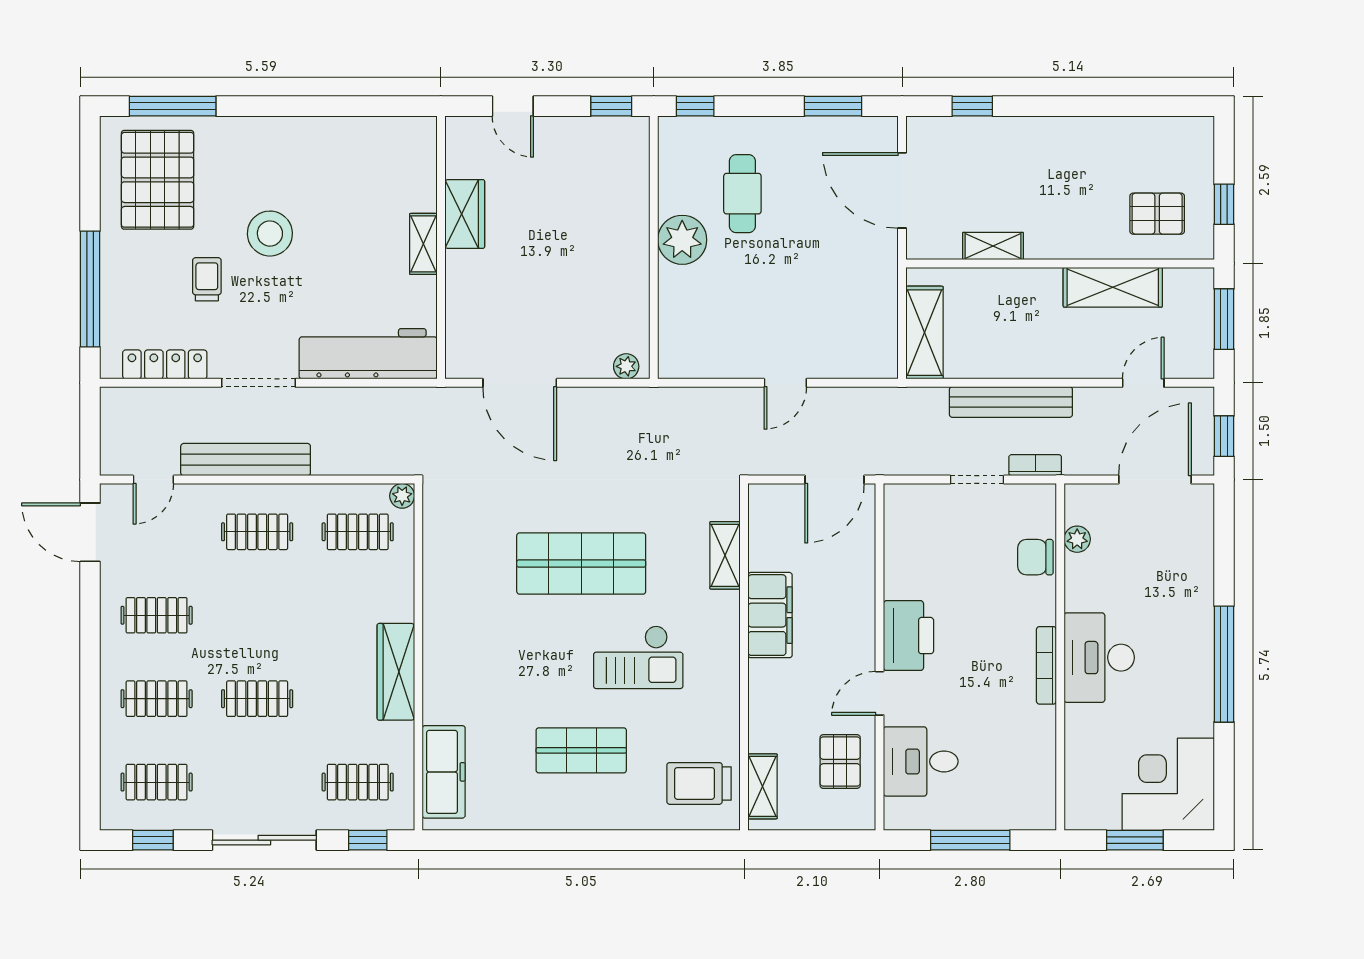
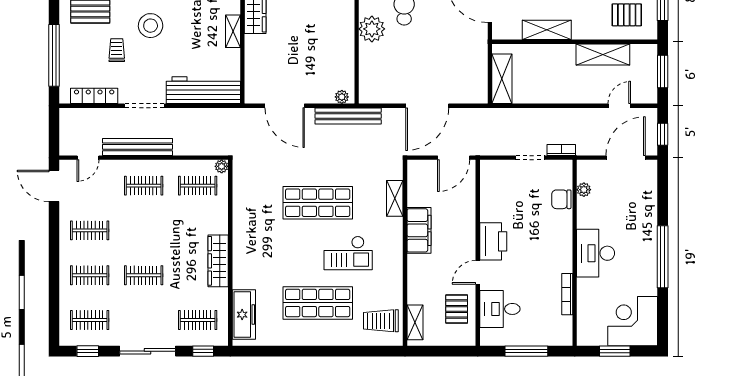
shelving: (993, 246) -> (547, 30), width x1.50, depth x1.33
door: (785, 383) -> (427, 106), width x1.87
bench: (1011, 402) -> (348, 116), moved
bookcase: (1046, 665) -> (567, 294), moved
shop shelf: (581, 750) -> (318, 303), width x1.43, depth x1.36

